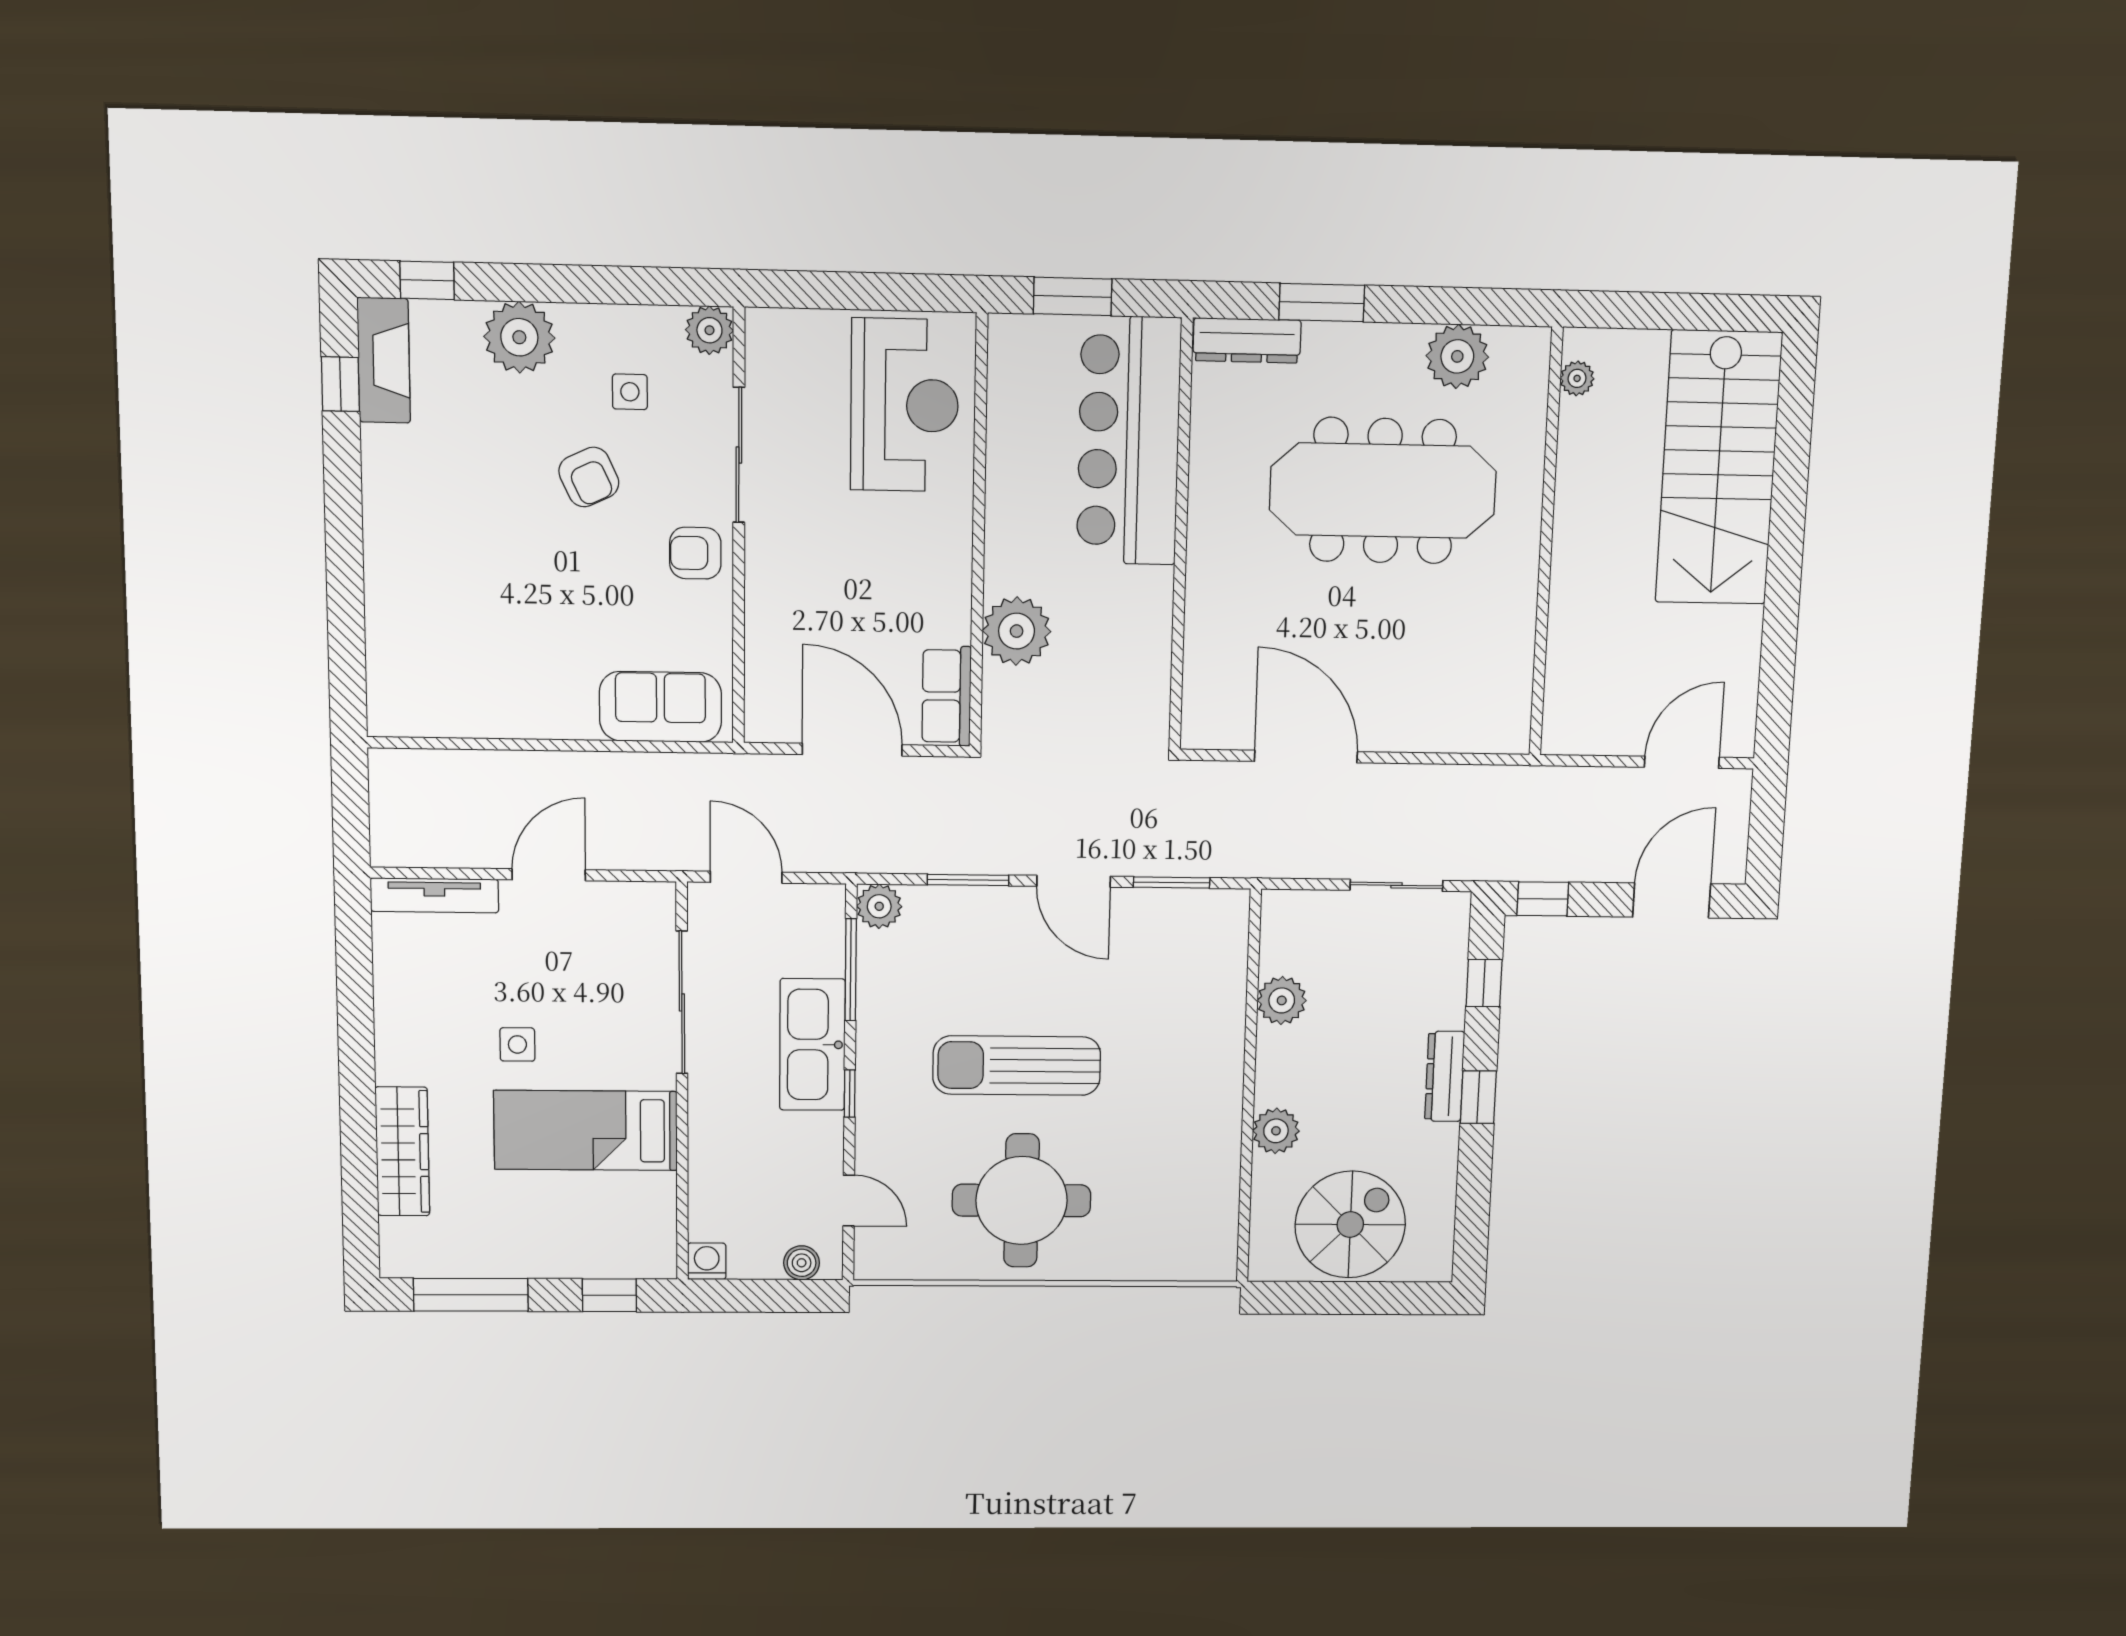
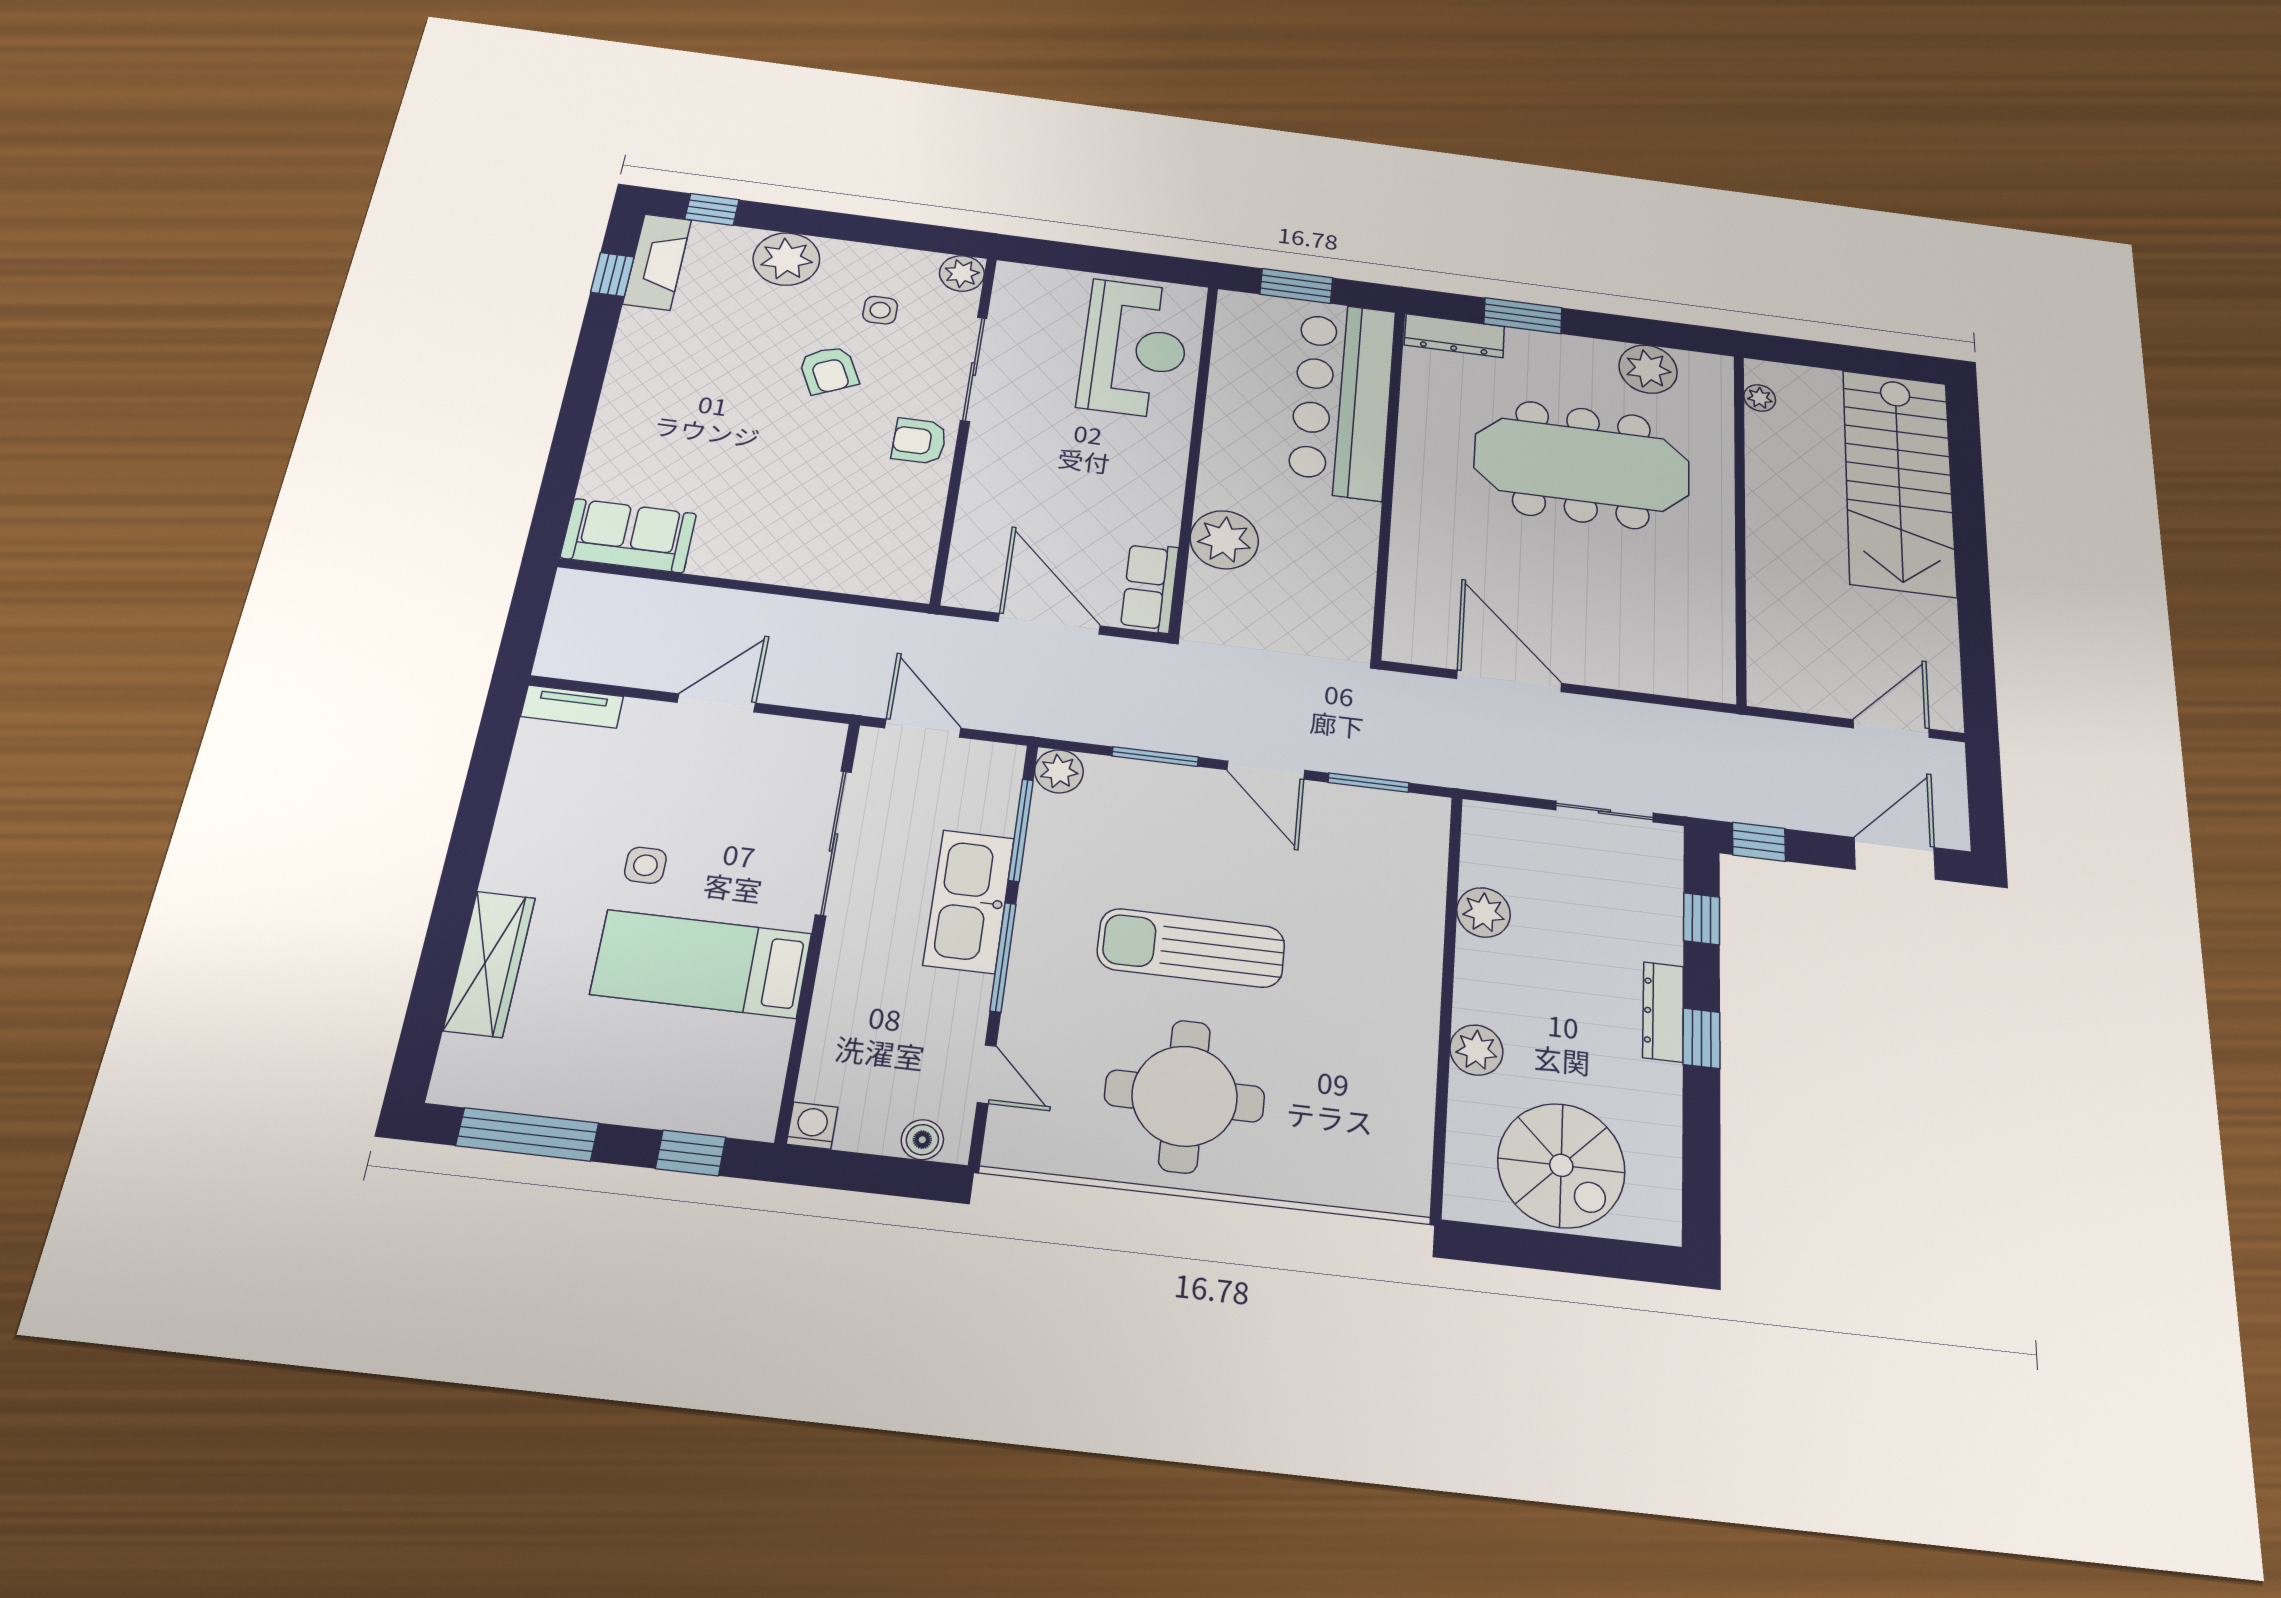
sofa: (661, 707) -> (629, 536), moved
tv unit: (434, 895) -> (572, 707), width x0.71
window: (850, 1094) -> (1003, 957), width x2.17
spiral stairs: (1350, 1224) -> (1561, 1165), turned 90

